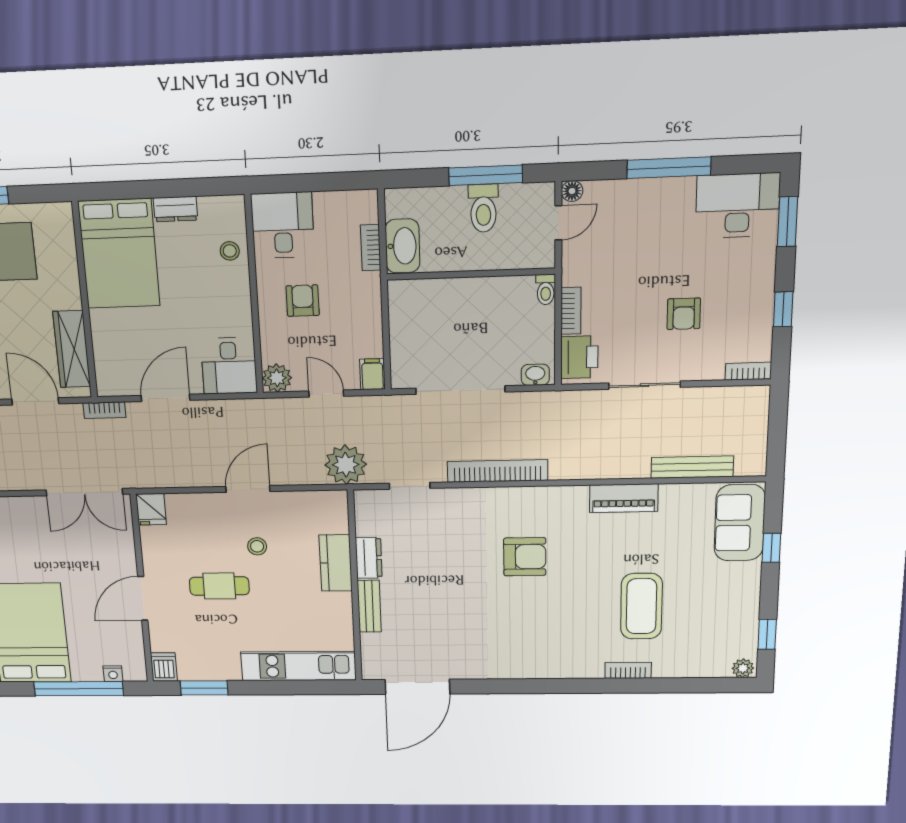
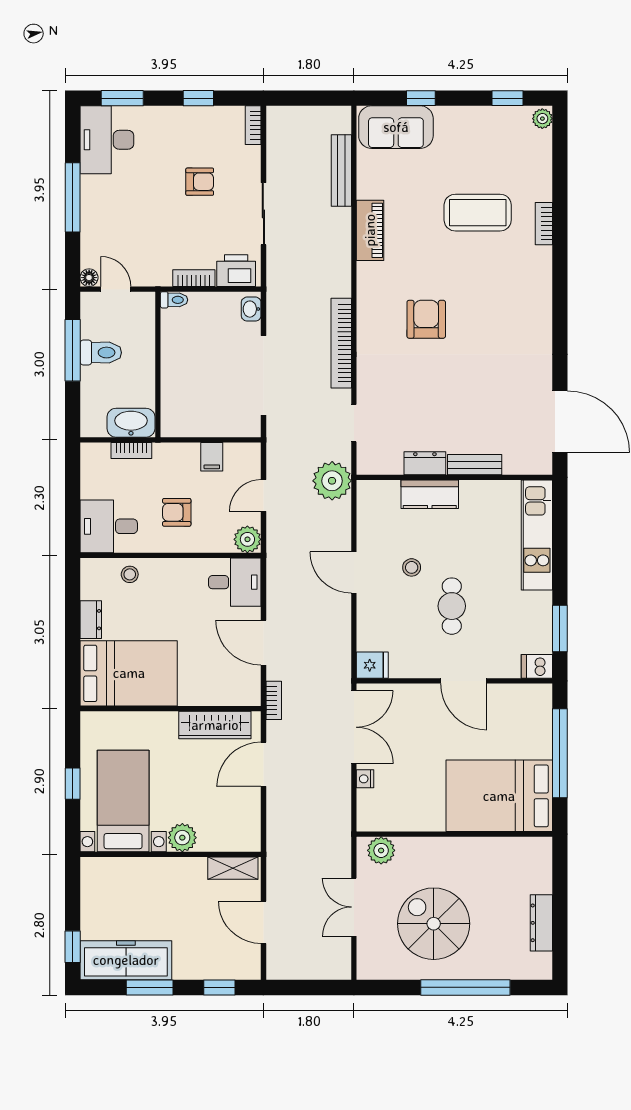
filing cabinet: (372, 374) -> (212, 457), moved, turned -90
nightstand: (113, 674) -> (365, 779), moved, turned 180

